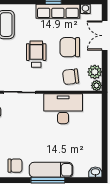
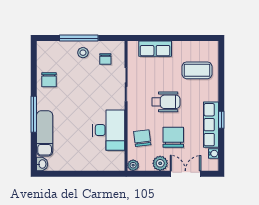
plant: (95, 72) -> (160, 163), moved
exam couch: (51, 170) -> (45, 133), moved

